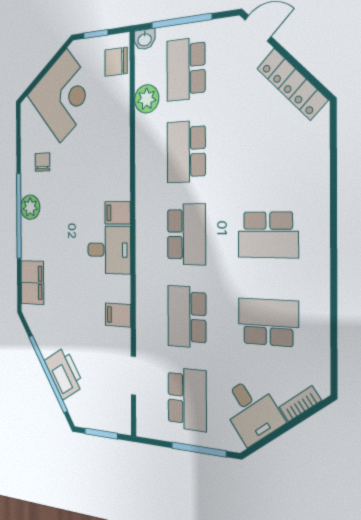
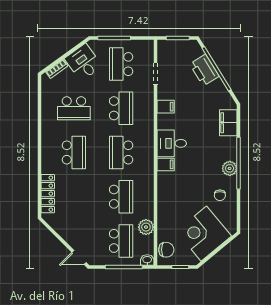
locker: (292, 84) -> (48, 194), moved, turned 45
school desk: (268, 235) -> (74, 152), turned 90

